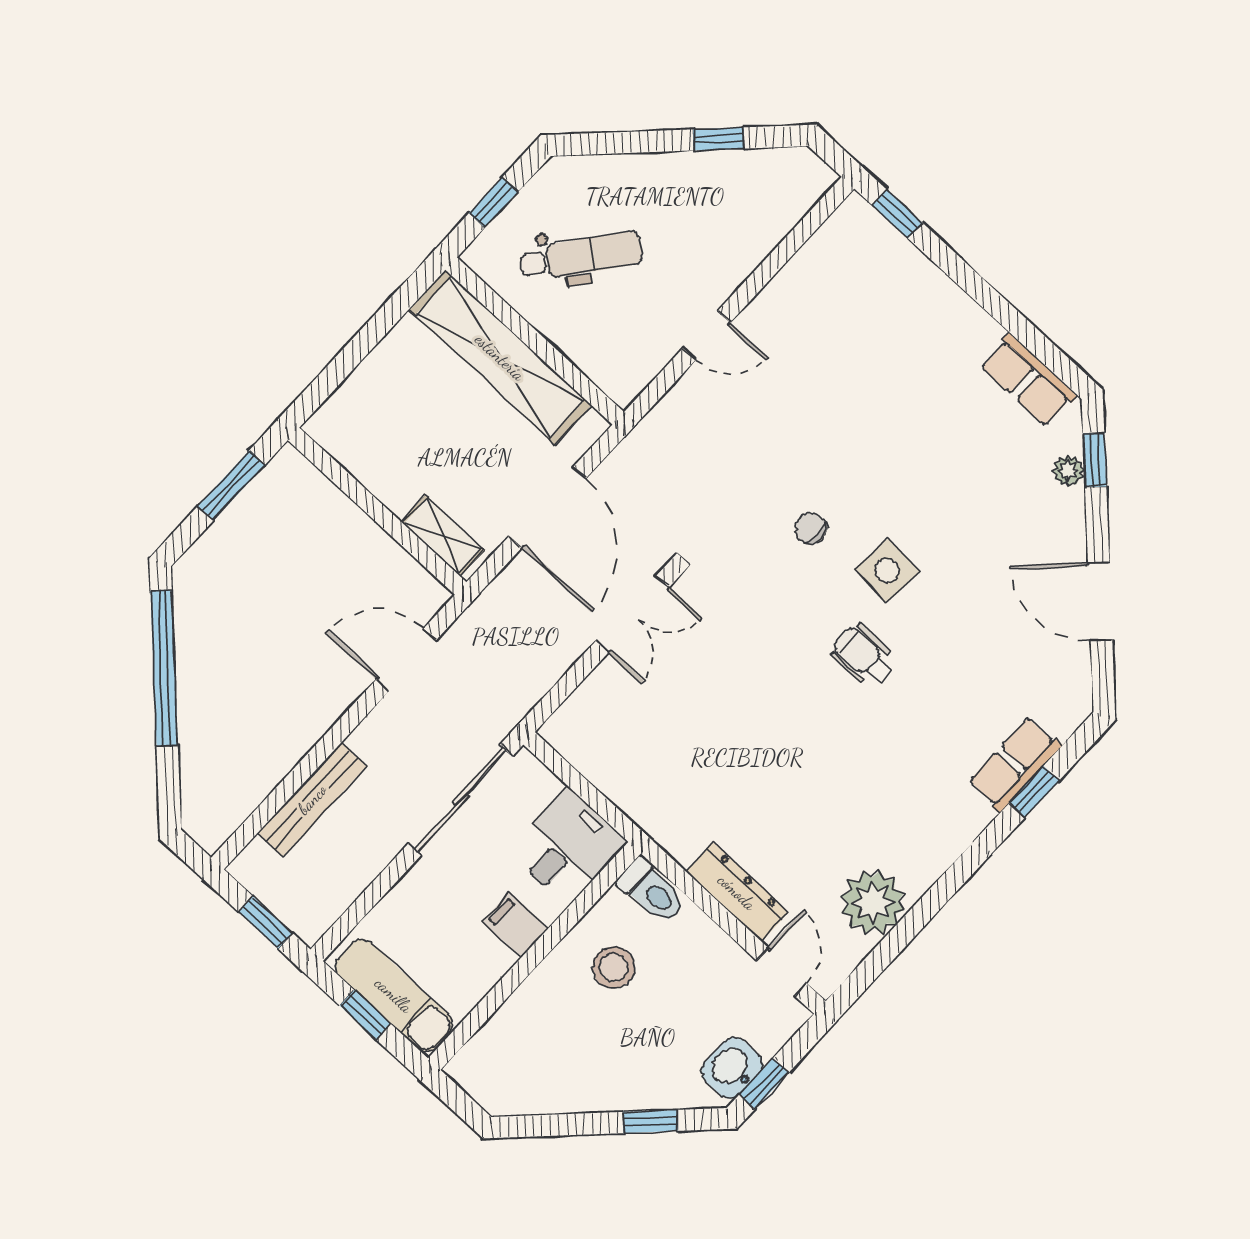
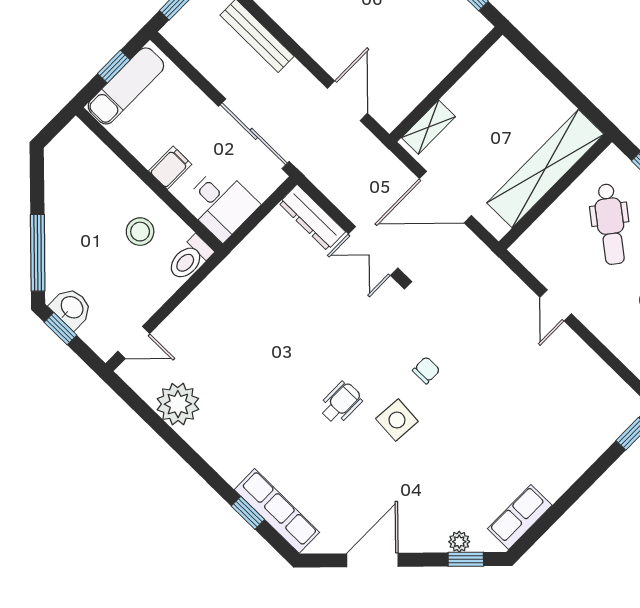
row of seats: (1015, 764) -> (277, 511), width x1.48
dresser: (737, 892) -> (312, 218), moved, turned 90
window: (650, 1121) -> (38, 253), width x2.17

